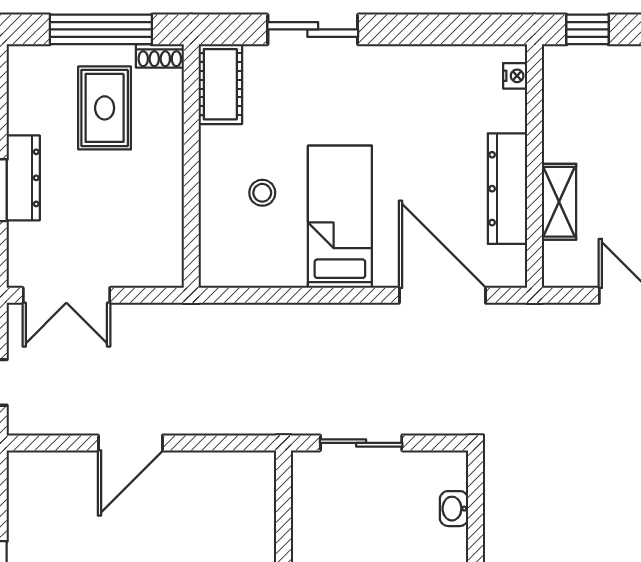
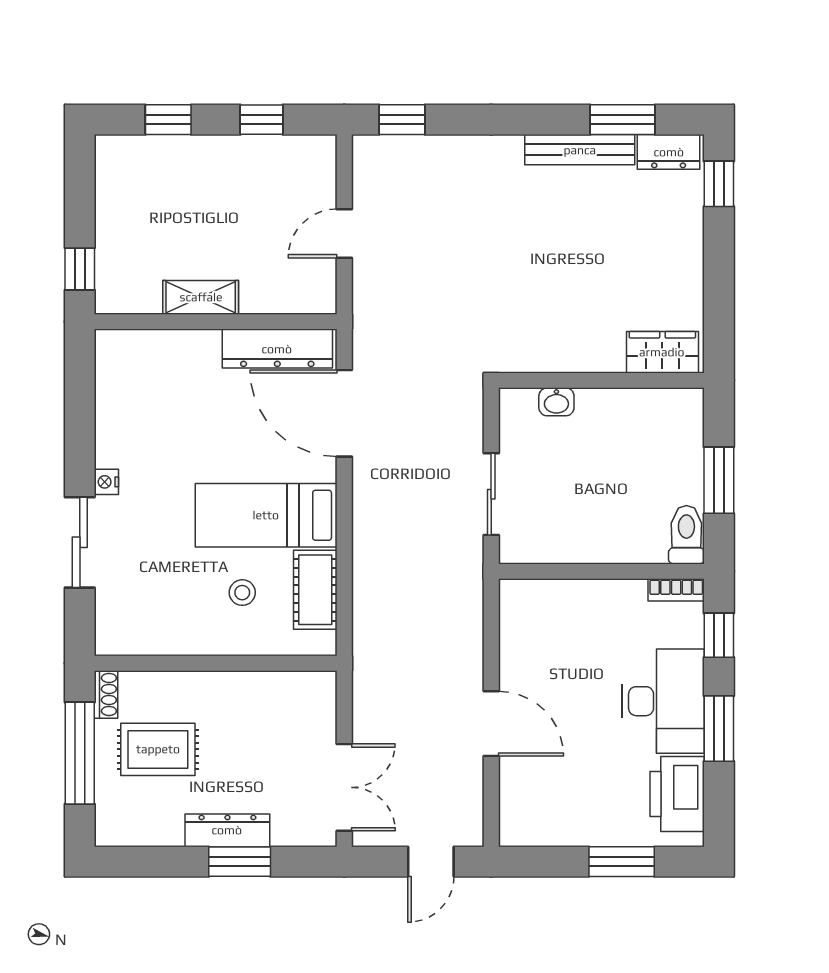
nightstand: (515, 76) -> (106, 482), moved, turned -90
cot: (220, 84) -> (315, 590), moved, turned 90
dresser: (507, 189) -> (277, 349), moved
shelving: (559, 202) -> (201, 297), moved
door: (442, 295) -> (344, 413), hinge flipped

